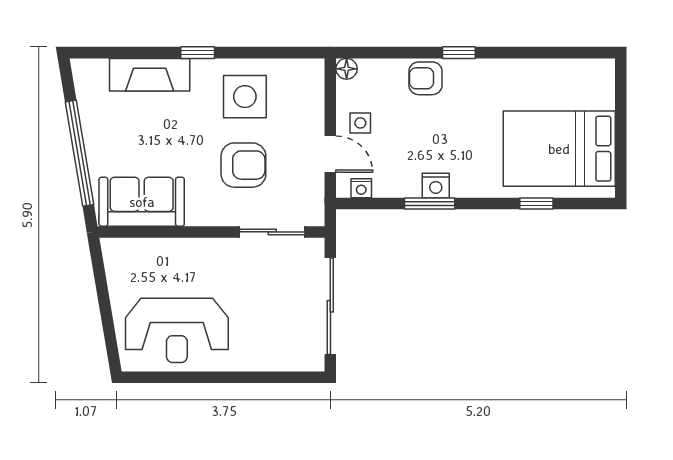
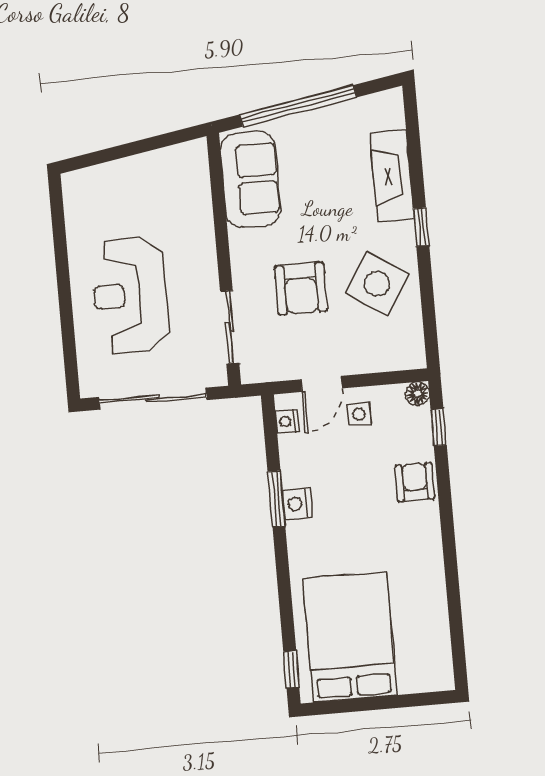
window: (459, 53) -> (439, 427), moved
side table: (245, 97) -> (377, 284), turned 33
window: (536, 204) -> (291, 669), moved
reception desk: (177, 330) -> (130, 295), moved

